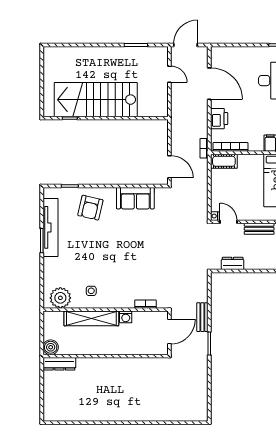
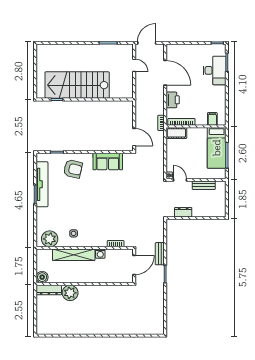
armchair: (90, 208) -> (73, 169), turned -90
plant: (87, 368) -> (70, 293), added

